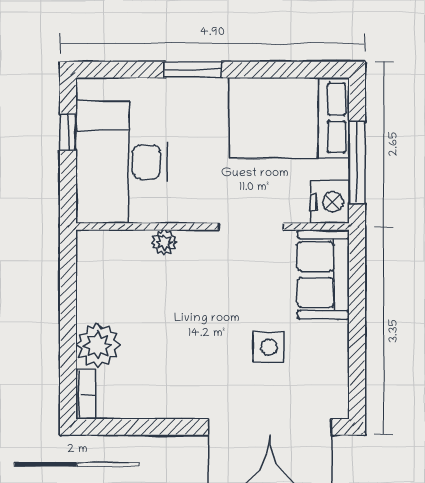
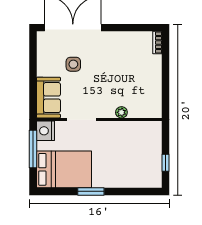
window: (193, 70) -> (91, 191), moved
desk: (122, 162) -> (141, 149), removed
plant: (98, 345) -> (152, 65), removed

